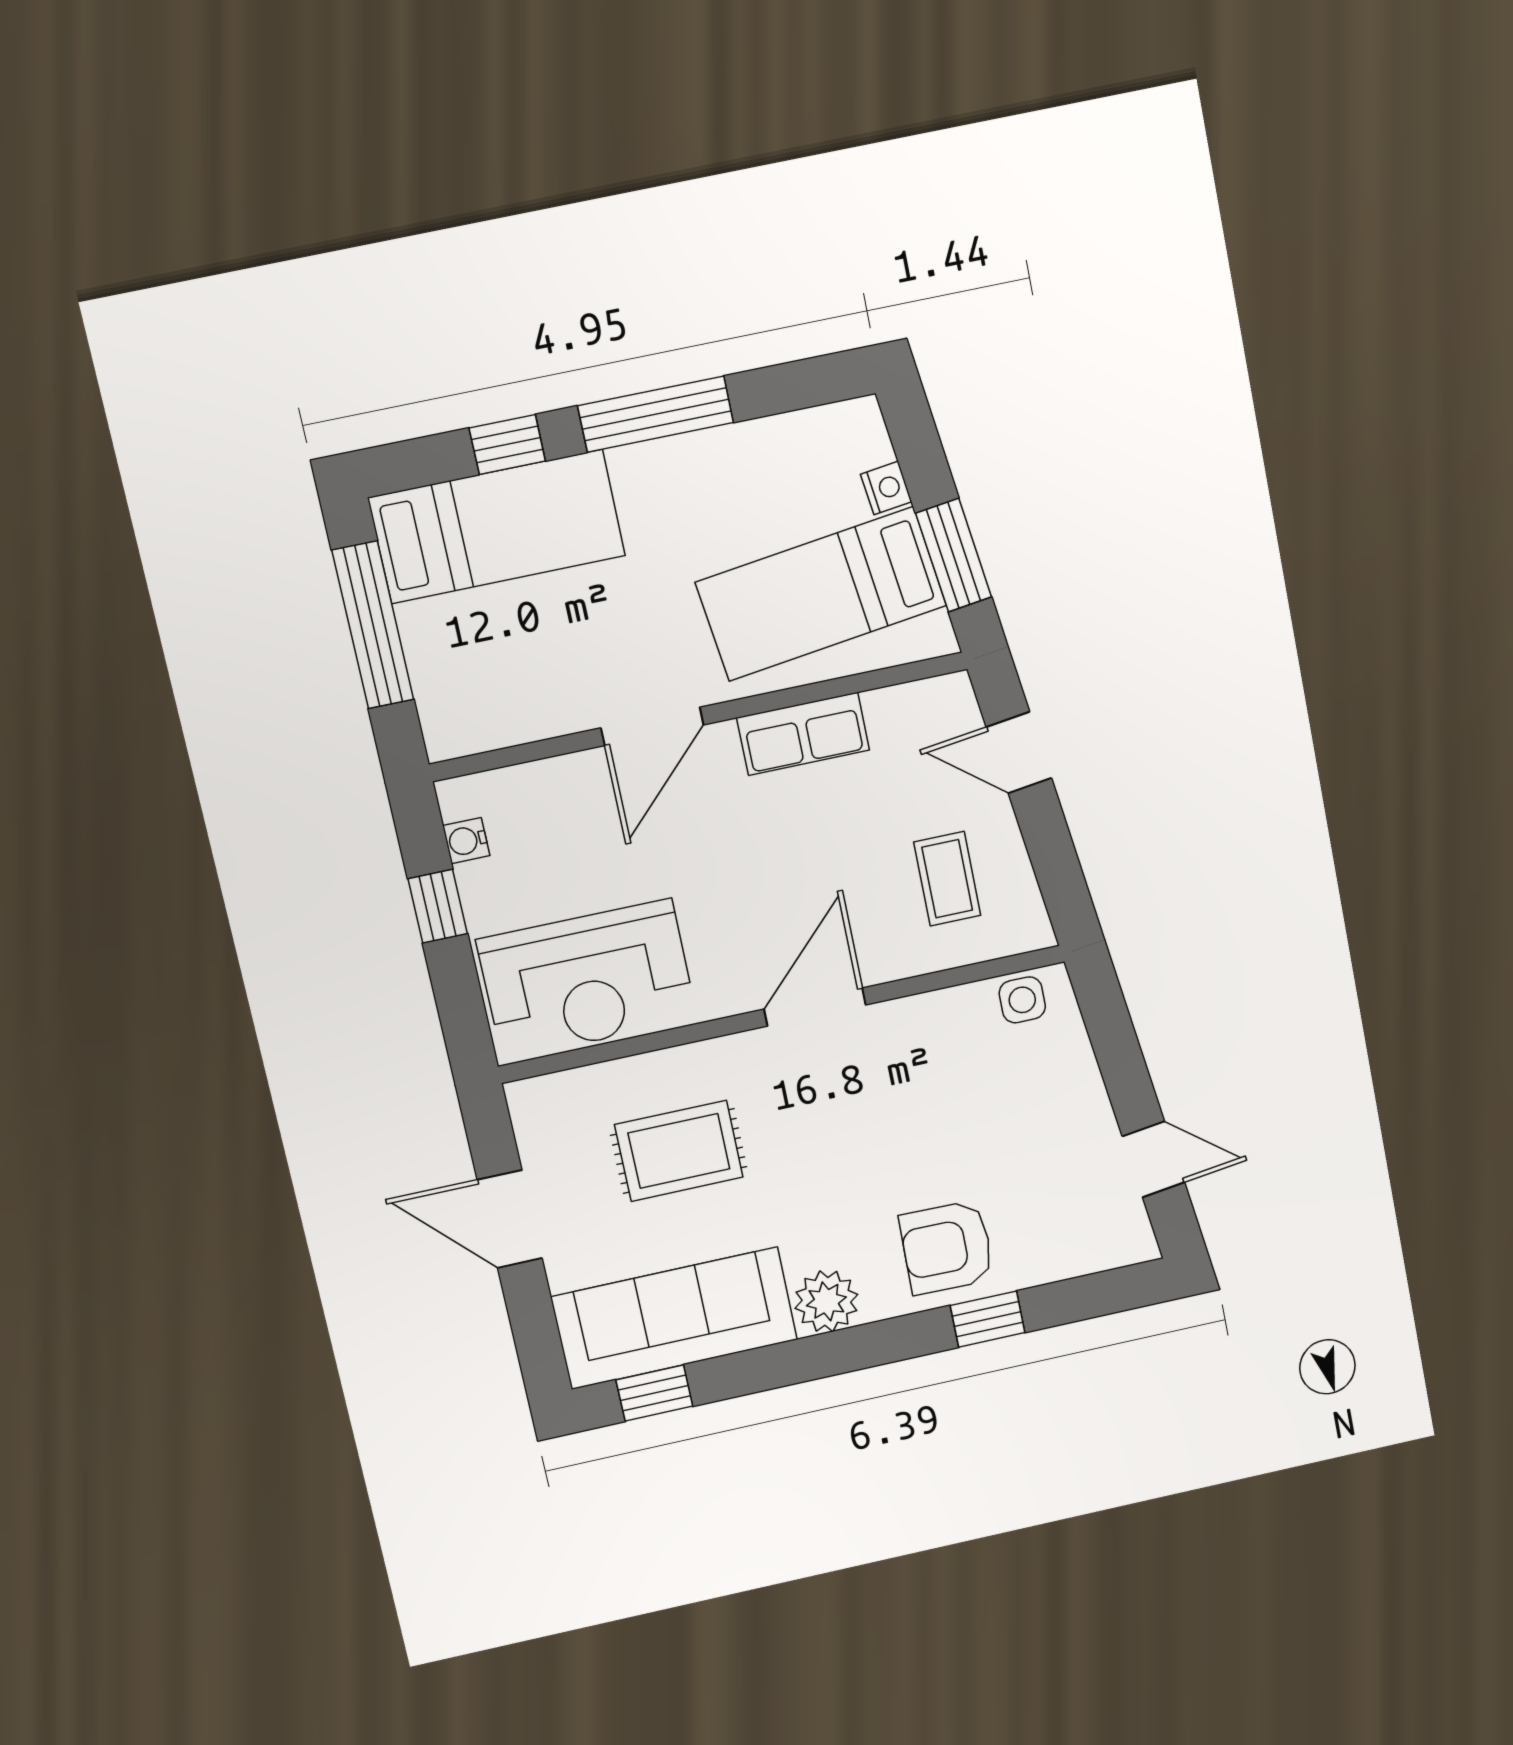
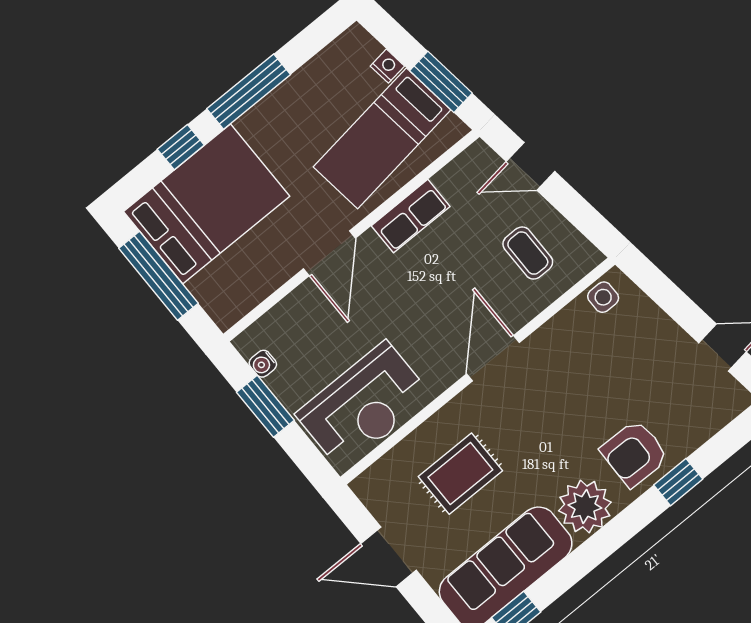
bed: (497, 527) -> (207, 204), width x1.50
window: (438, 906) -> (265, 406), width x1.50
plant: (826, 1301) -> (585, 506), width x1.36, depth x1.36

